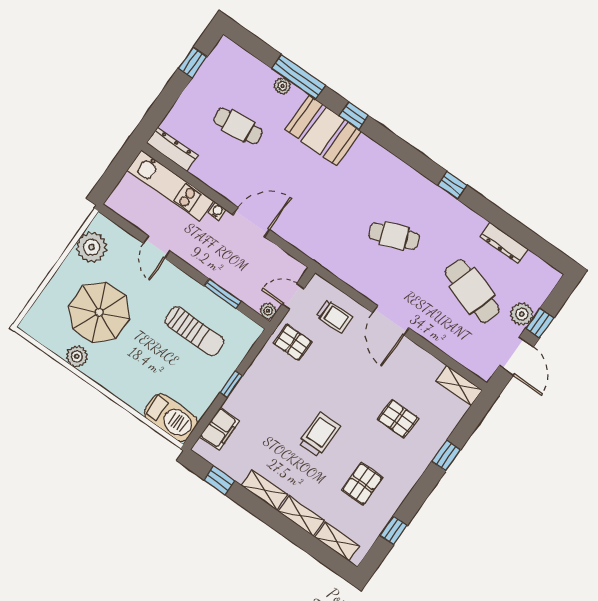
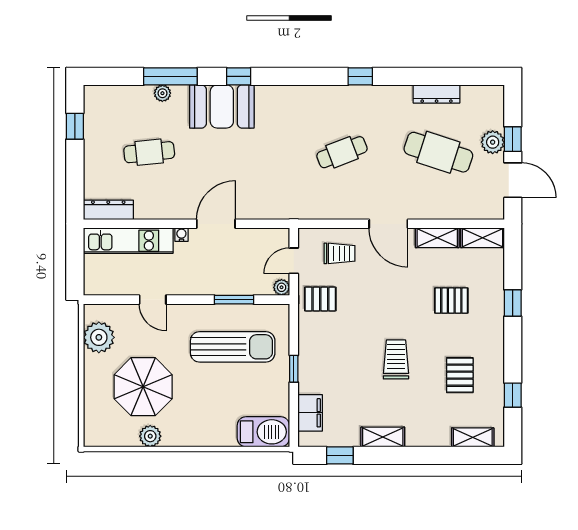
sun lounger: (194, 331) -> (233, 347), width x1.36, depth x1.34
shelving: (301, 516) -> (437, 238), moved

